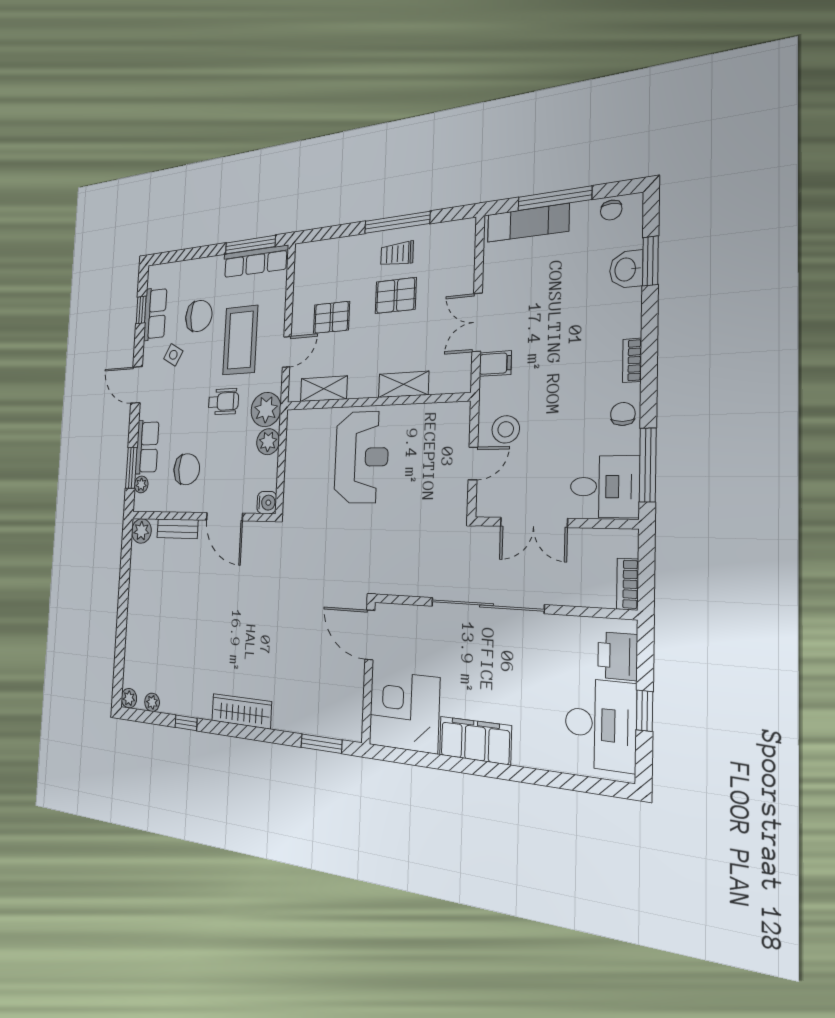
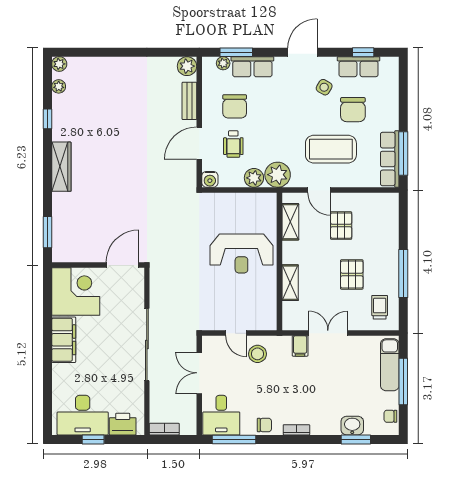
trolley: (397, 254) -> (380, 307), moved
wheelchair: (223, 402) -> (233, 144), moved

